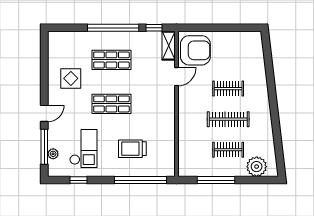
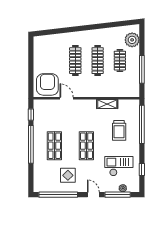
shelving: (169, 46) -> (107, 104), moved
window: (44, 65) -> (58, 195), added
clothes rail: (228, 89) -> (75, 61), width x1.36

